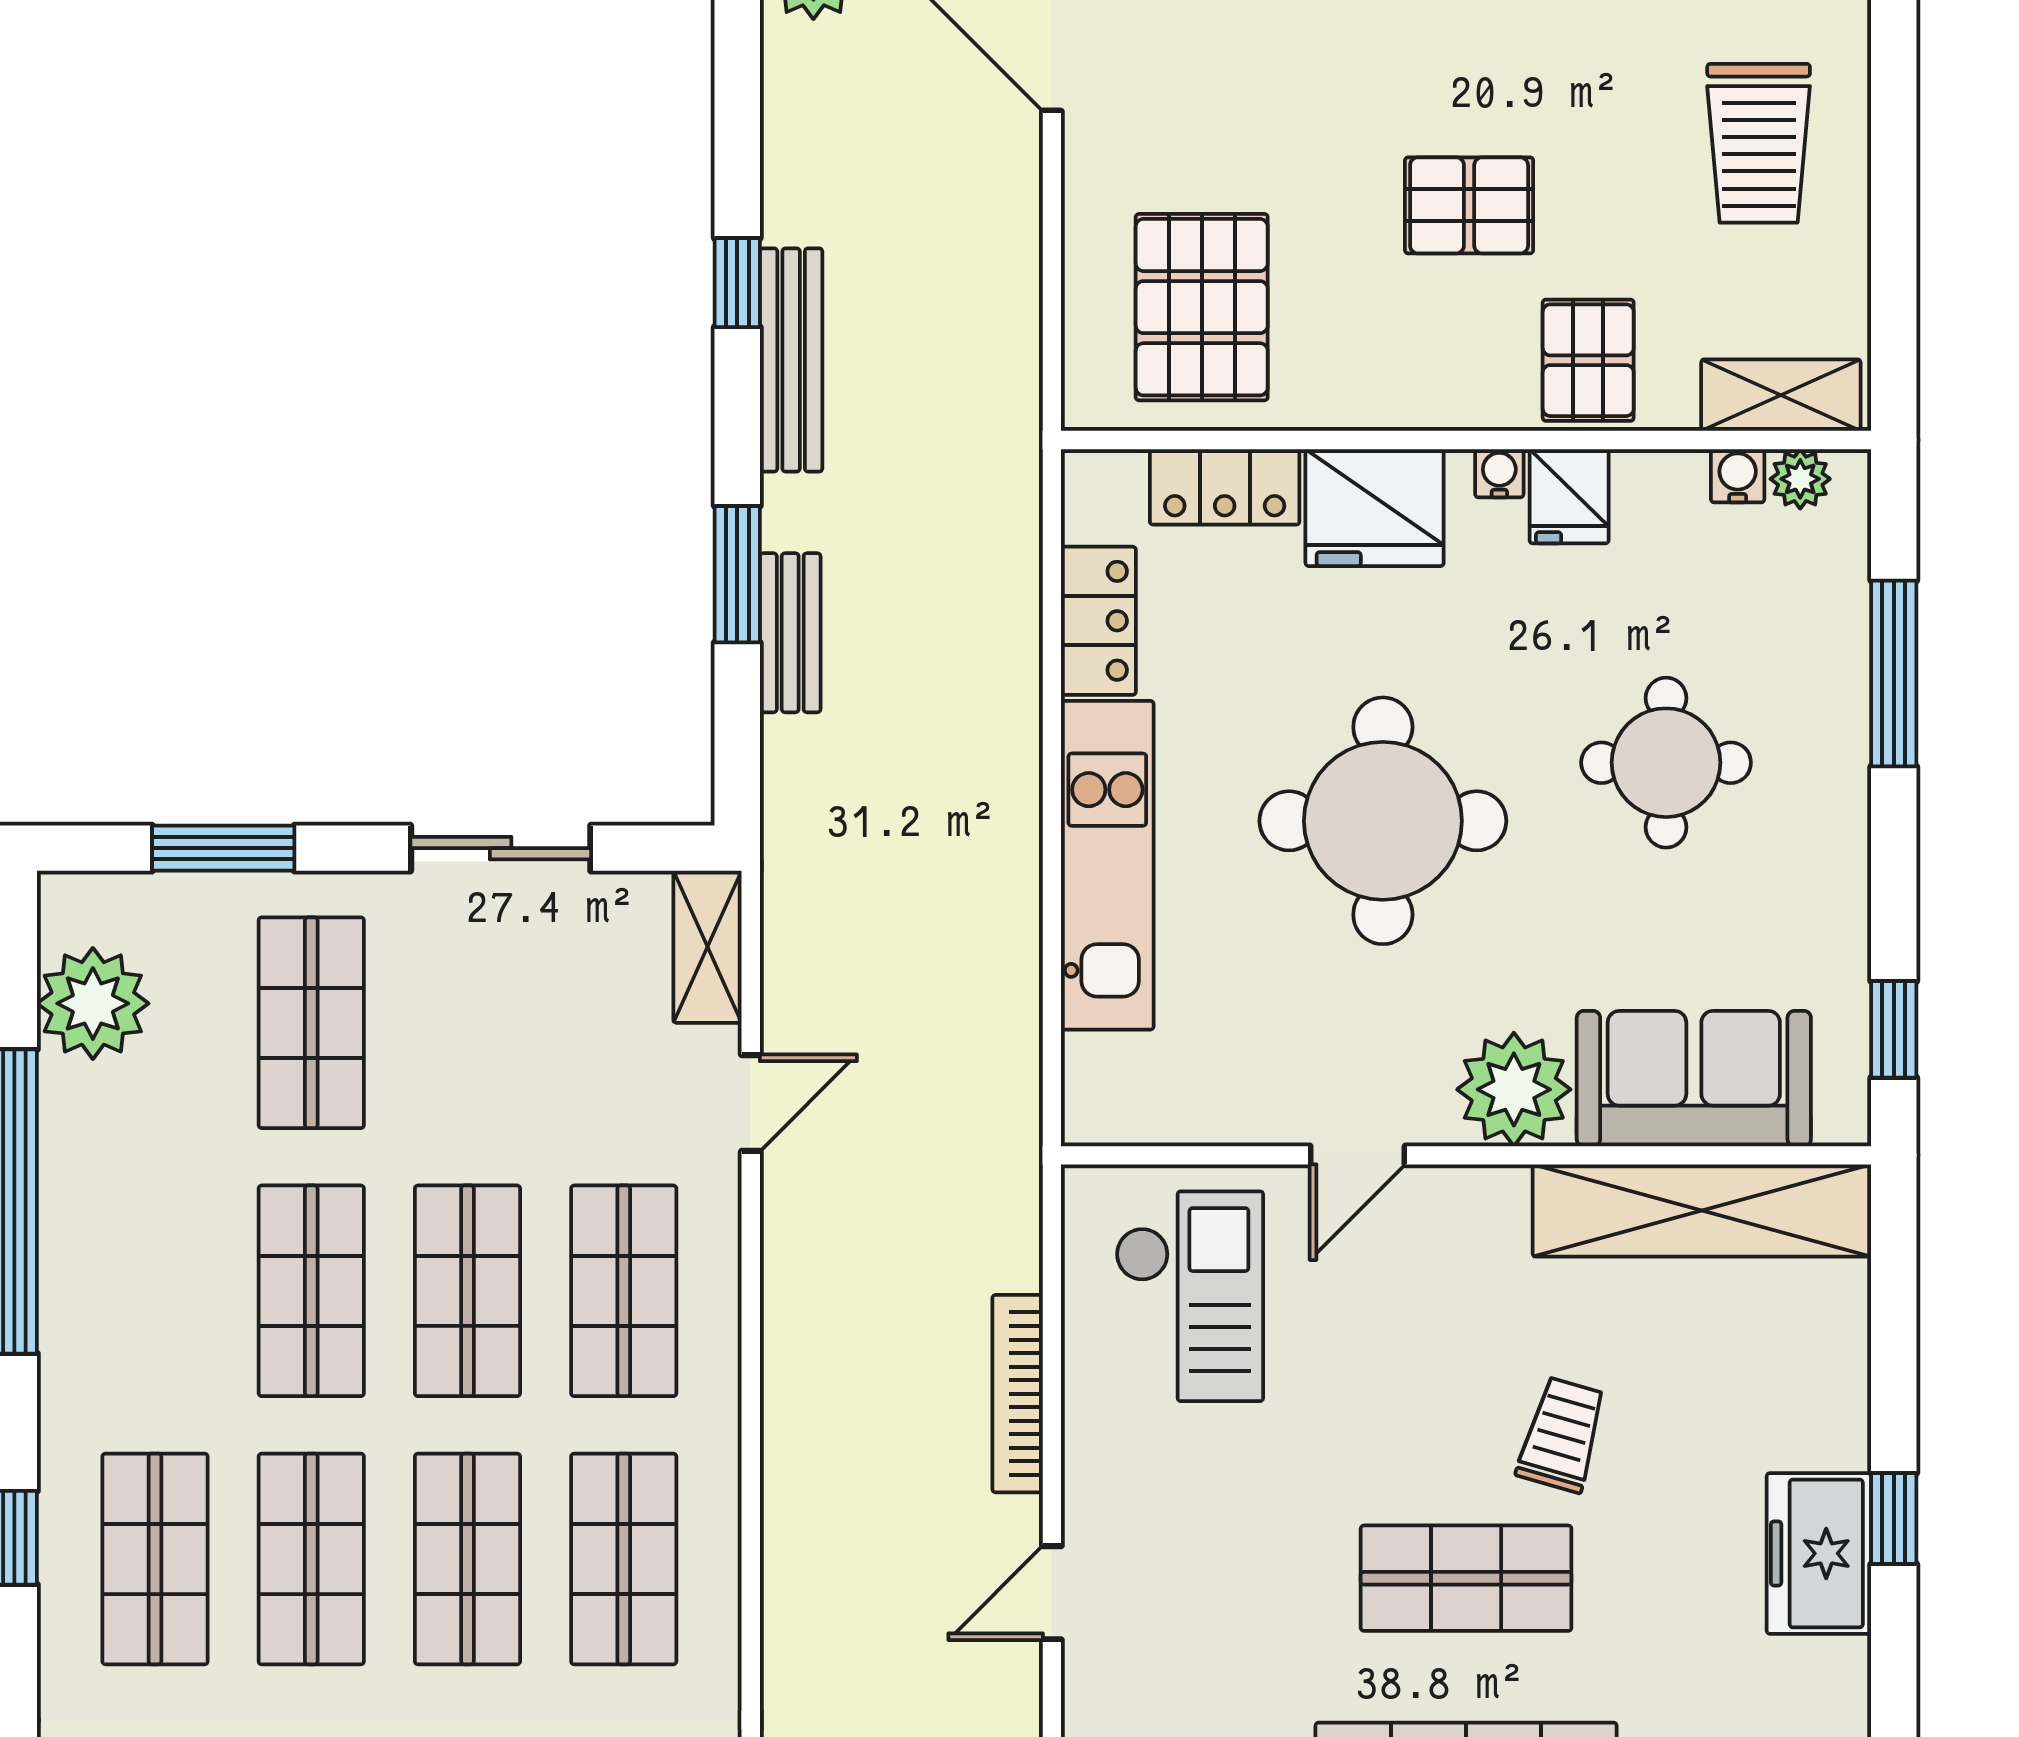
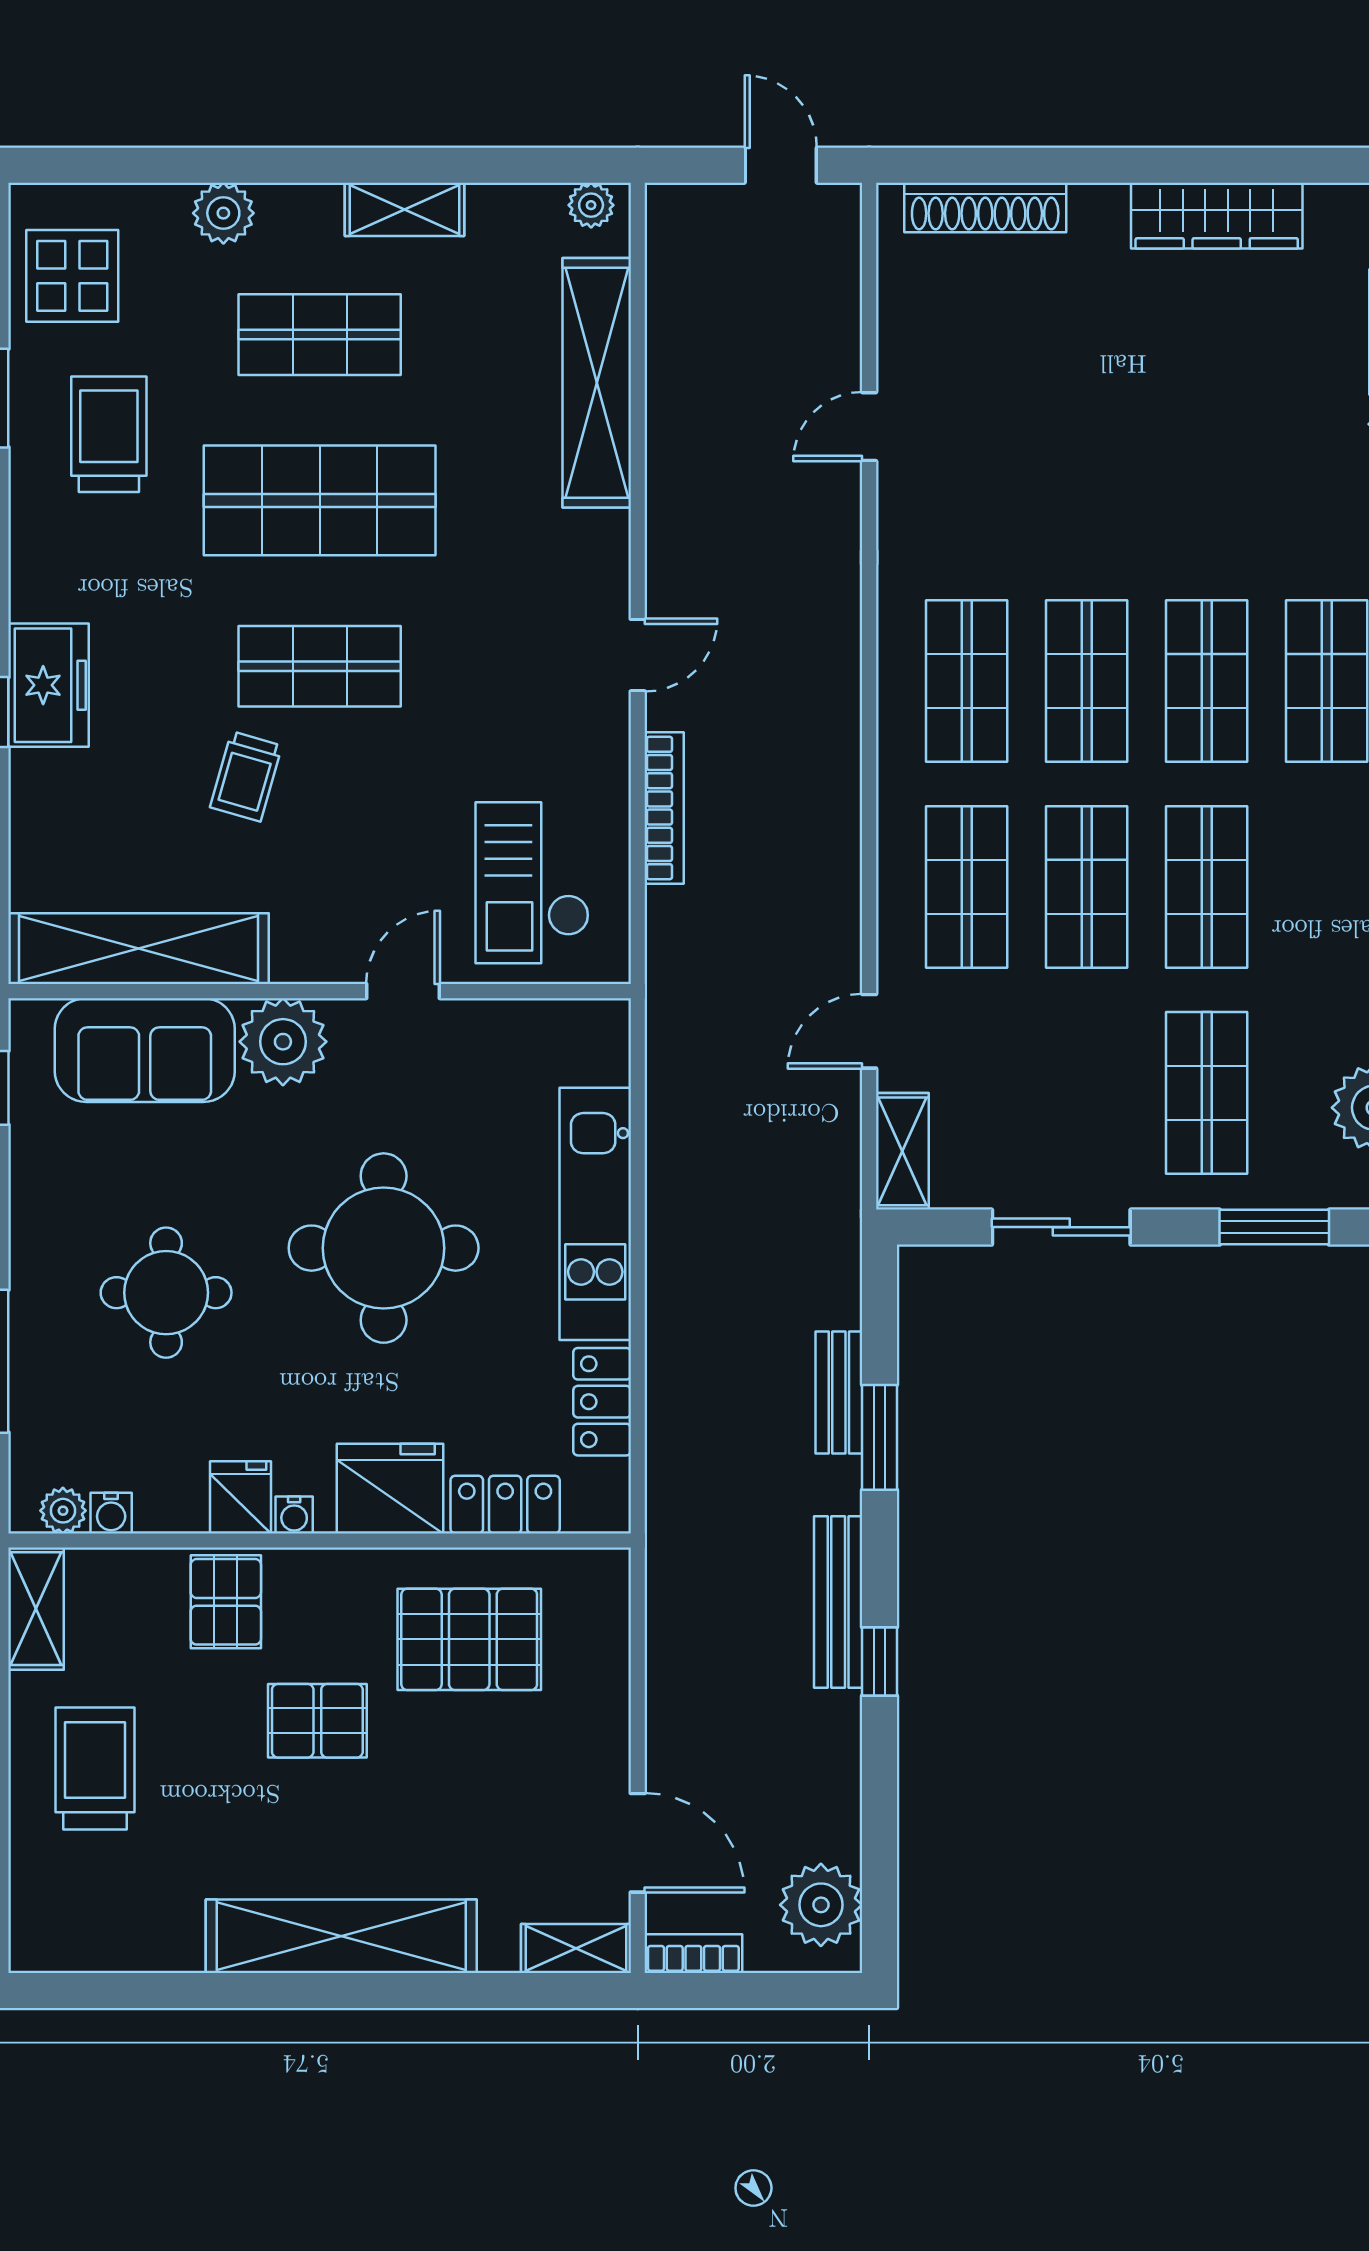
pallet: (1202, 307) -> (469, 1639), moved, turned 90
shelving: (1781, 395) -> (36, 1609), moved, turned 90

